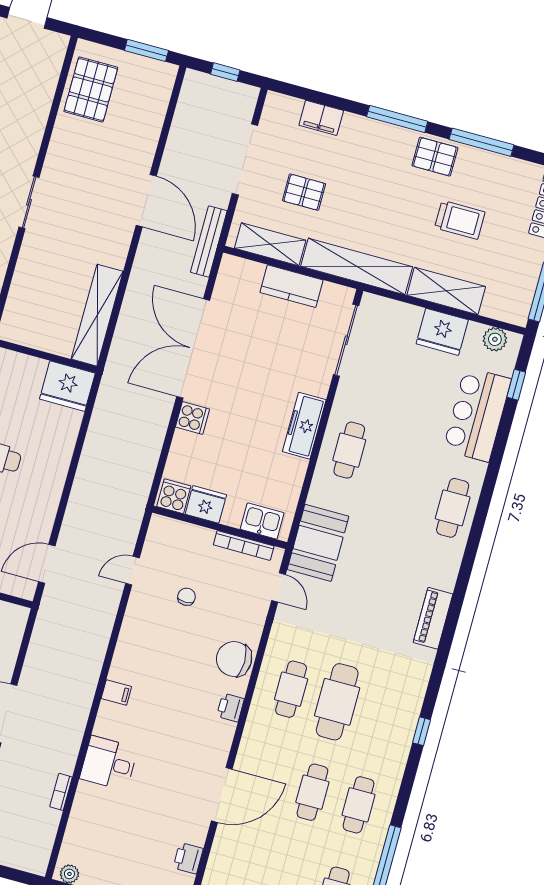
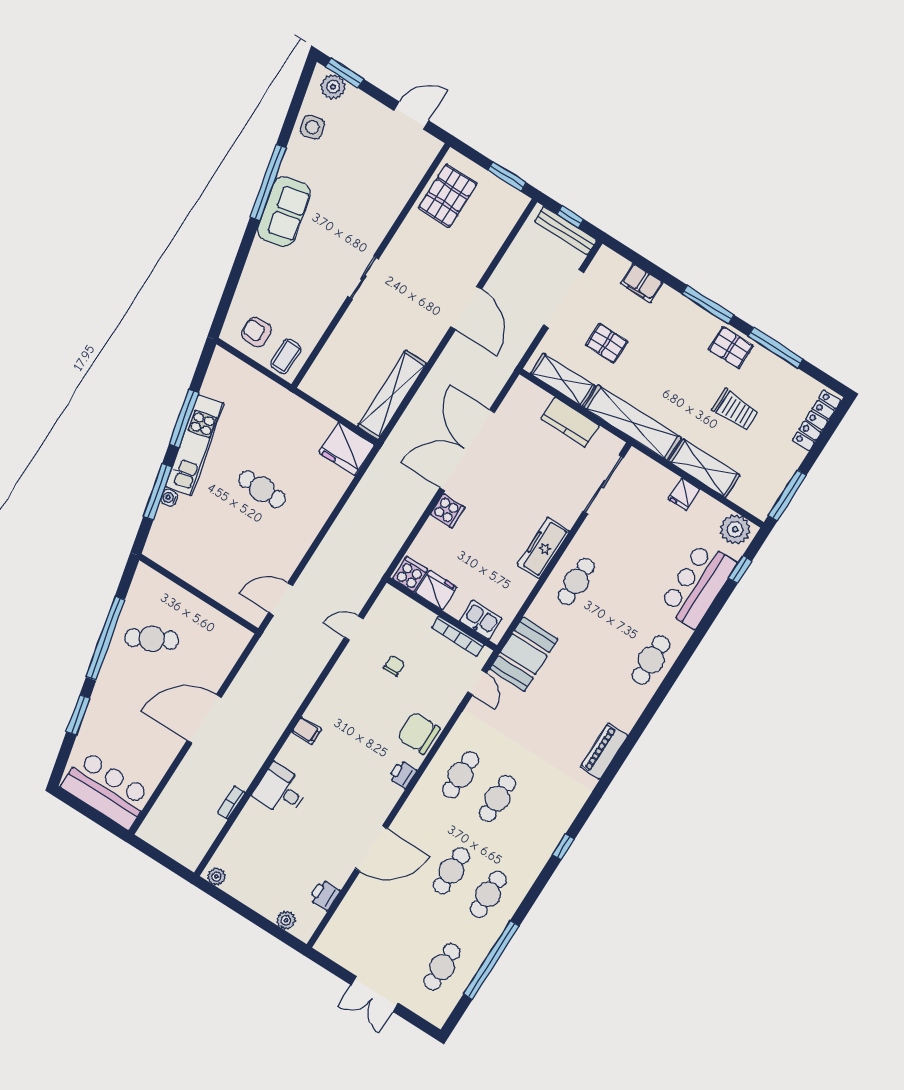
bench: (209, 241) -> (566, 231), moved, turned 90
fridge: (442, 332) -> (684, 494), width x0.53, depth x0.75
plant: (495, 339) -> (735, 529), width x1.36, depth x1.36
cafe table: (337, 702) -> (497, 798), width x0.73, depth x0.74

